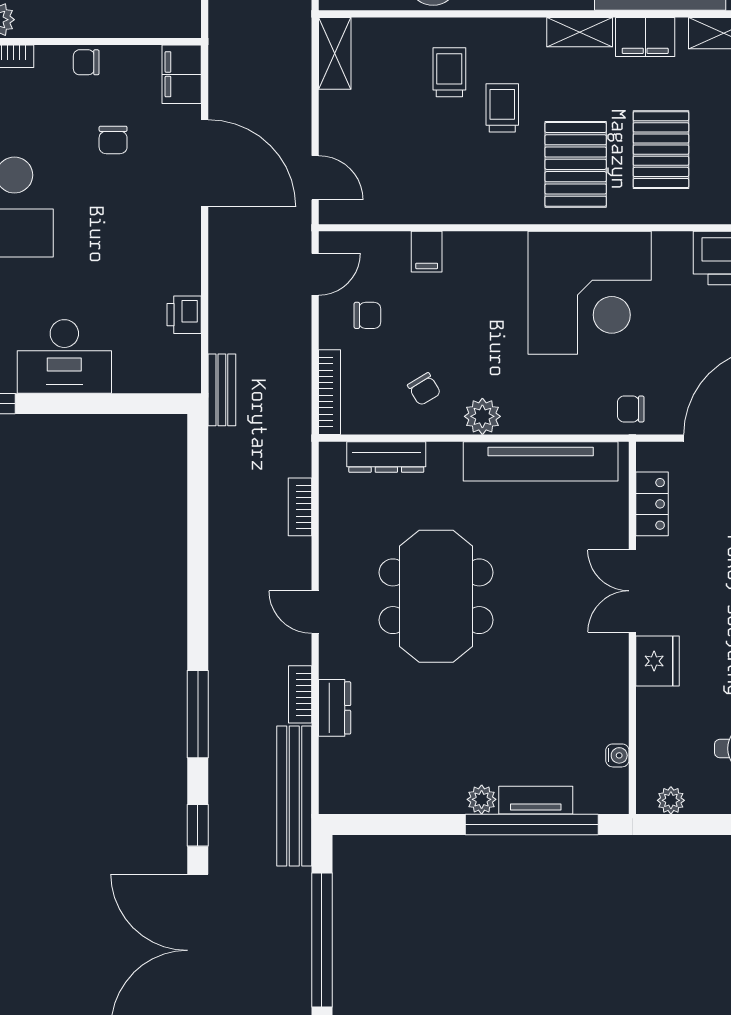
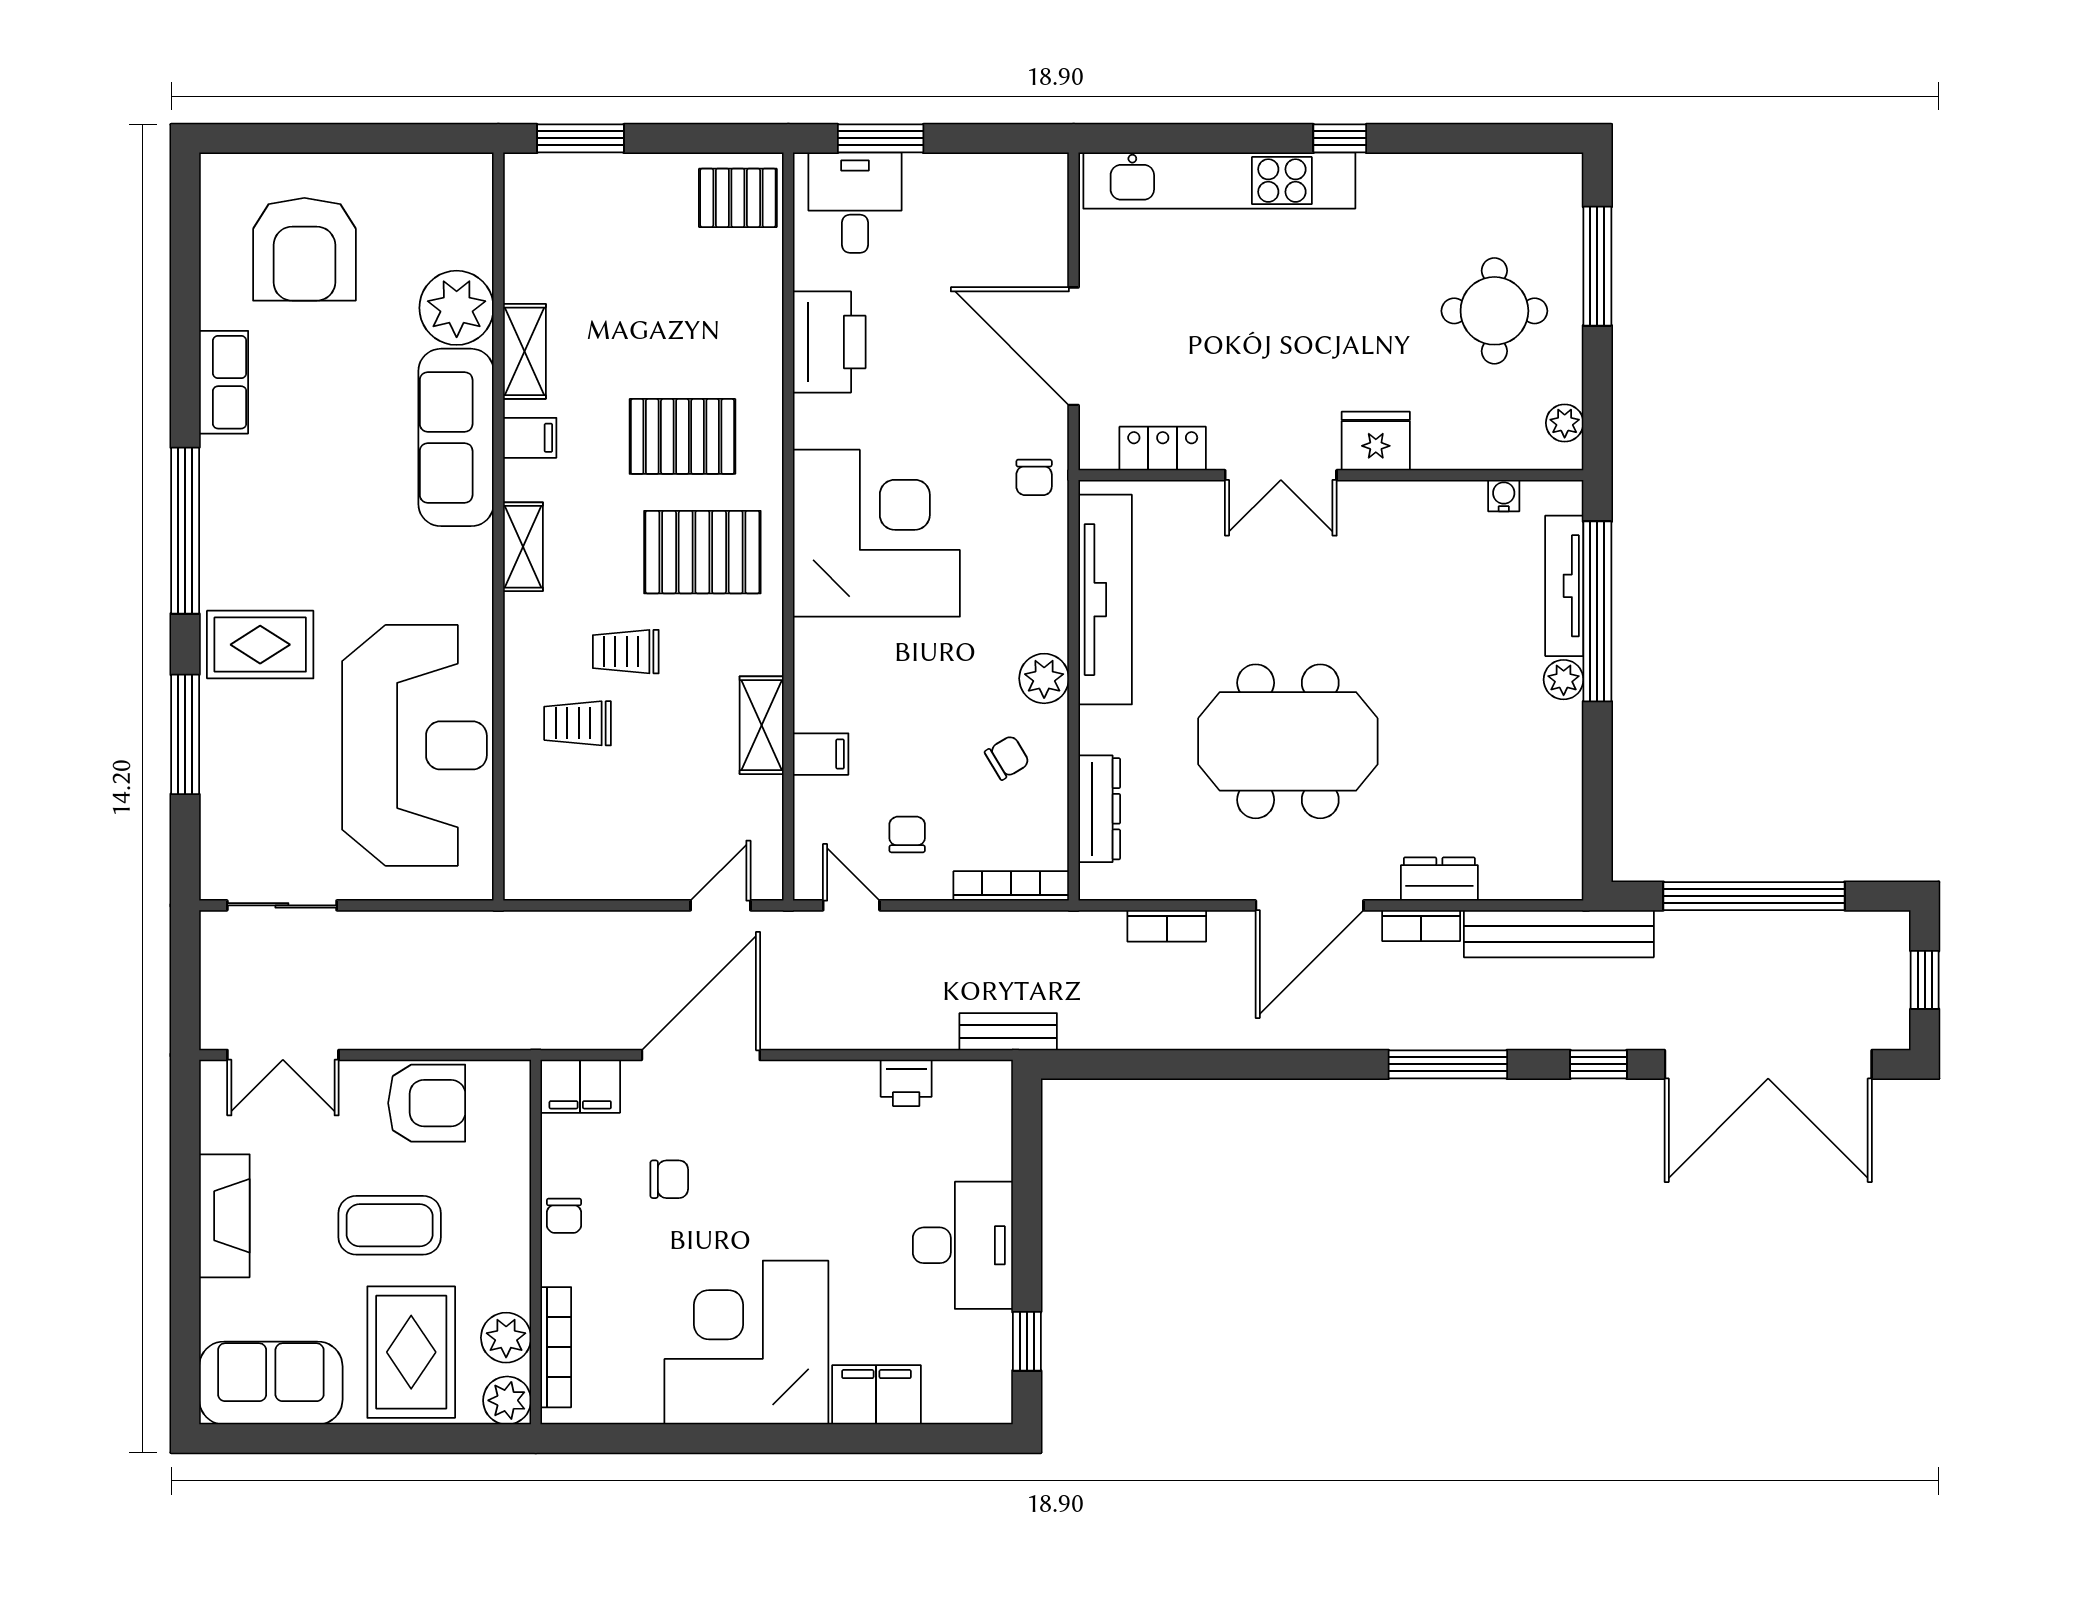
filing cabinet: (645, 37) -> (530, 438), width x0.50
shelving: (335, 53) -> (762, 725), moved, turned 90
door: (315, 612) -> (1310, 905), width x1.87
tv unit: (536, 800) -> (1564, 586), width x1.41

